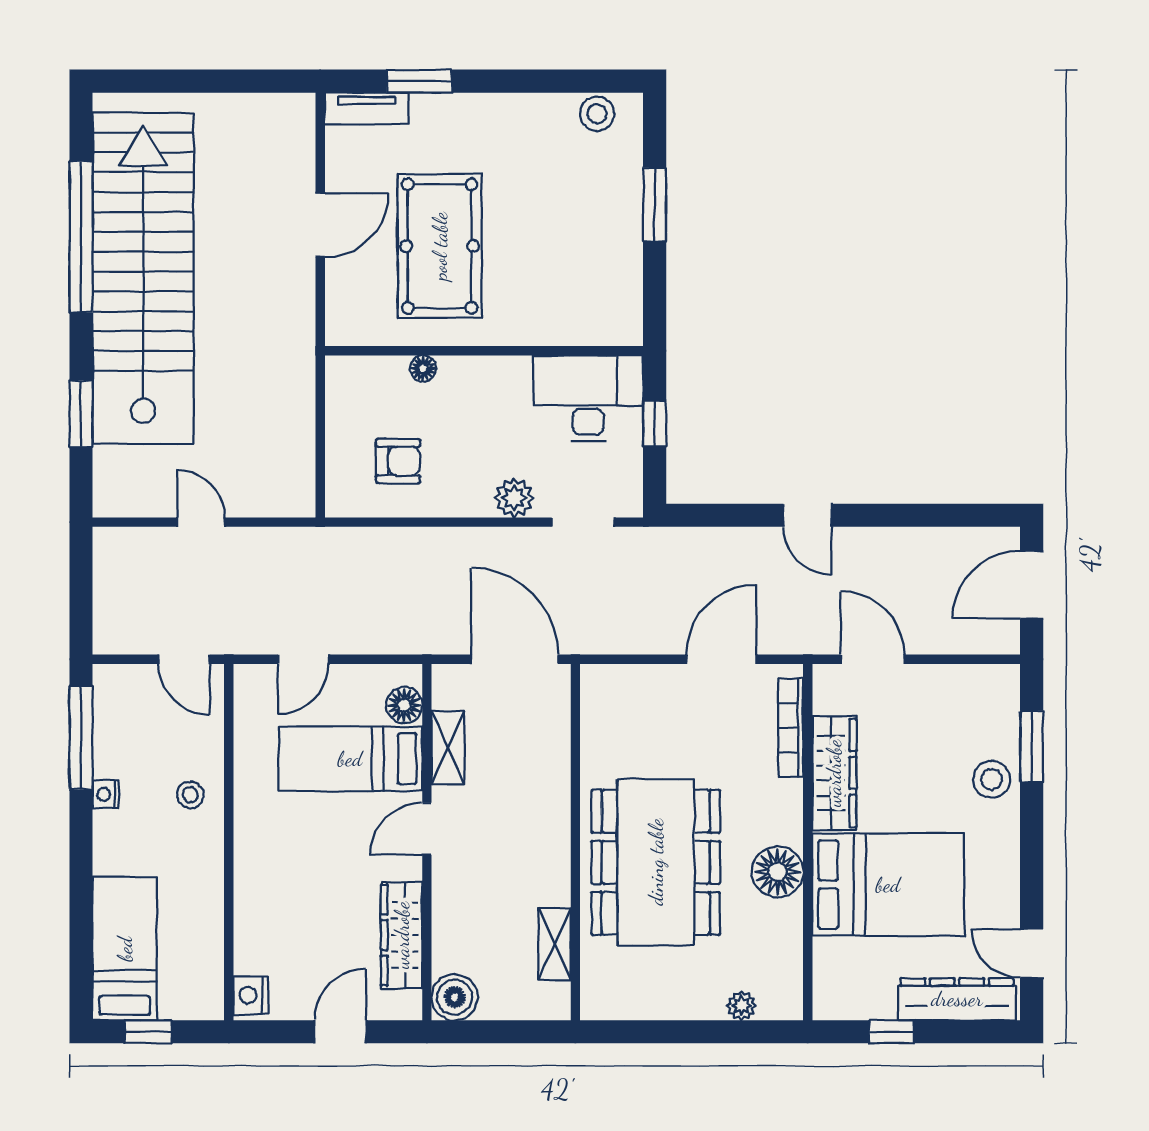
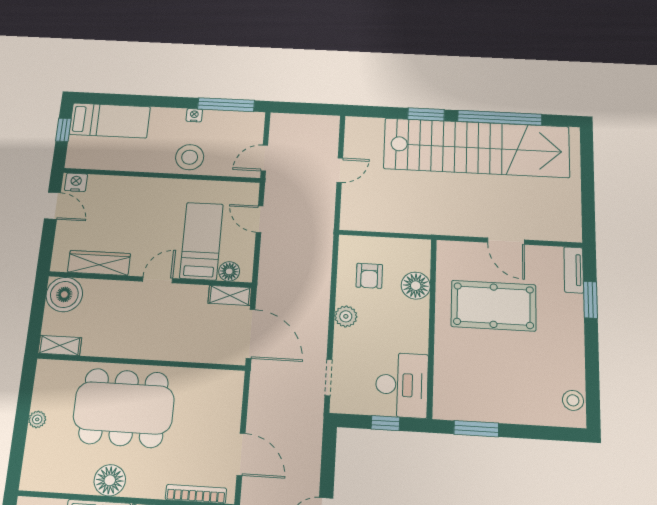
window: (655, 205) -> (476, 429), moved
floor lamp: (423, 368) -> (416, 286), width x1.89, depth x1.89
window: (81, 414) -> (426, 114), moved
plant: (514, 498) -> (346, 316), moved
door: (514, 659) -> (251, 334), hinge flipped
shelving: (448, 748) -> (230, 295), moved
stool: (190, 795) -> (190, 157), width x1.89, depth x1.89
door: (427, 829) -> (158, 280), hinge flipped
shelving: (555, 944) -> (60, 345), moved
boiler: (455, 997) -> (64, 294), width x1.37, depth x1.37
plant: (741, 1006) -> (37, 419), moved
door: (340, 1032) -> (52, 206), moved

